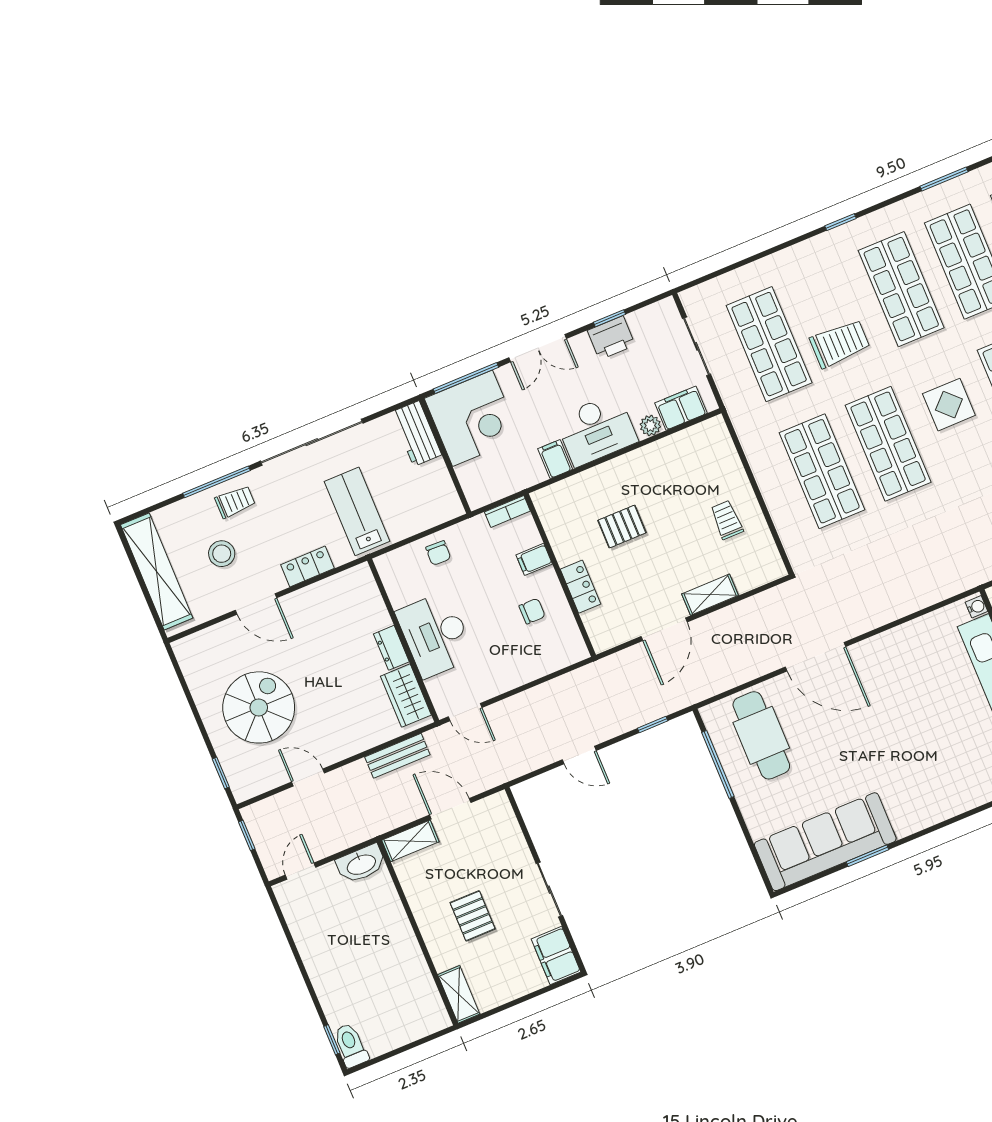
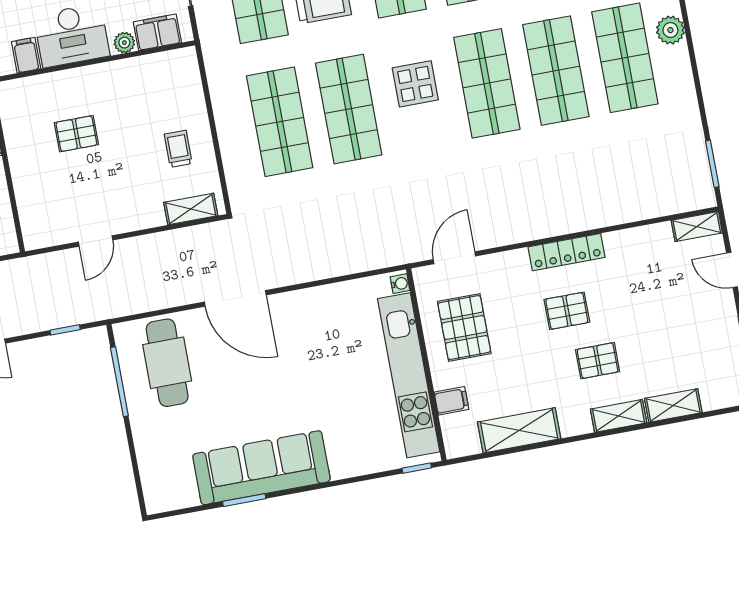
locker: (581, 587) -> (24, 183), removed
shelving: (710, 595) -> (191, 209), moved
door: (664, 629) -> (96, 241), width x0.73
sofa: (825, 842) -> (261, 468), moved

